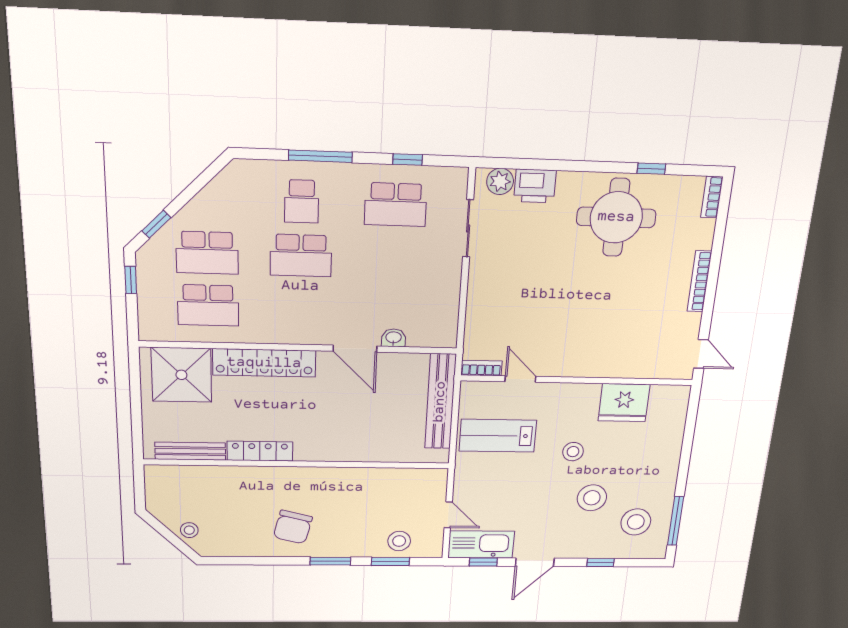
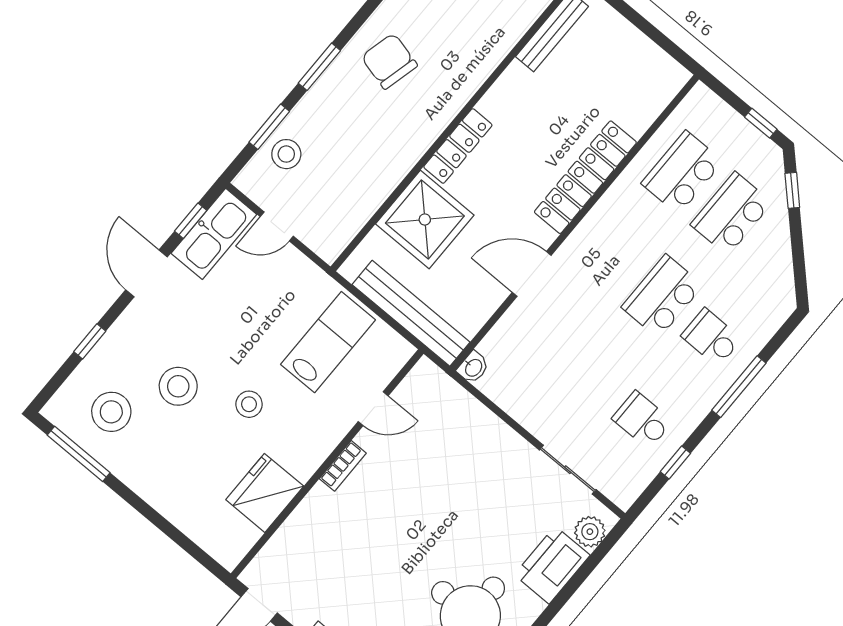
printer: (535, 186) -> (552, 565), width x1.37, depth x1.19
school desk: (396, 205) -> (642, 420), width x0.54
washbasin: (394, 338) -> (473, 367), moved
bookcase: (481, 368) -> (343, 466), moved
shower: (181, 375) -> (425, 220), moved
locker: (260, 451) -> (458, 146), moved

